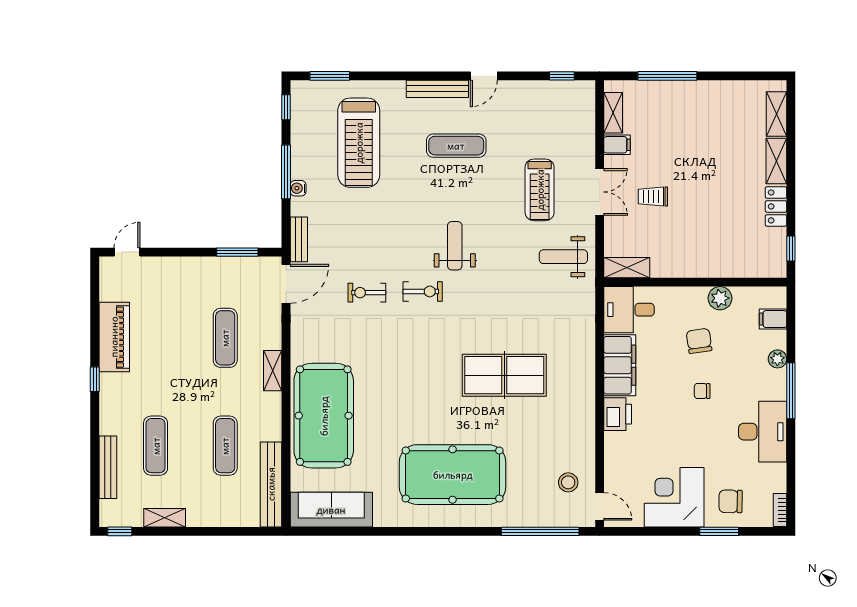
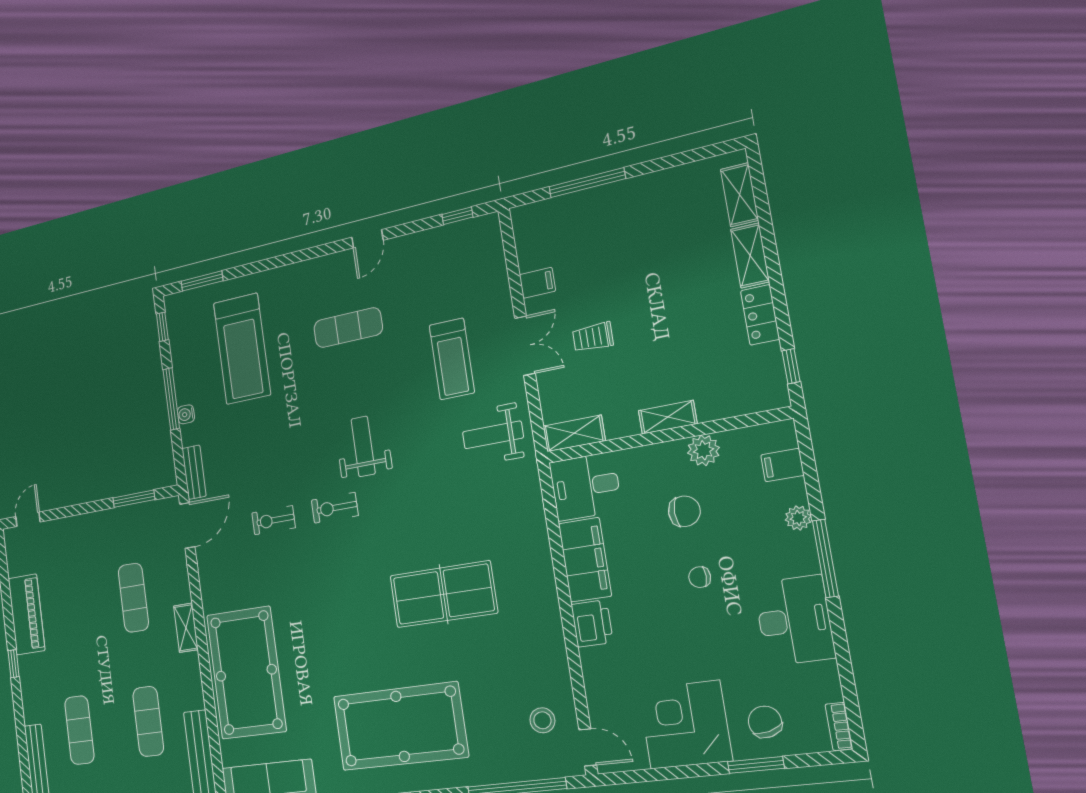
bench: (437, 89) -> (318, 267), removed
shelving: (613, 113) -> (668, 417), moved, turned 90
exercise bike: (423, 291) -> (335, 508), turned 180
chair: (699, 341) -> (684, 511), turned 98
chair: (731, 501) -> (765, 722), turned 74

